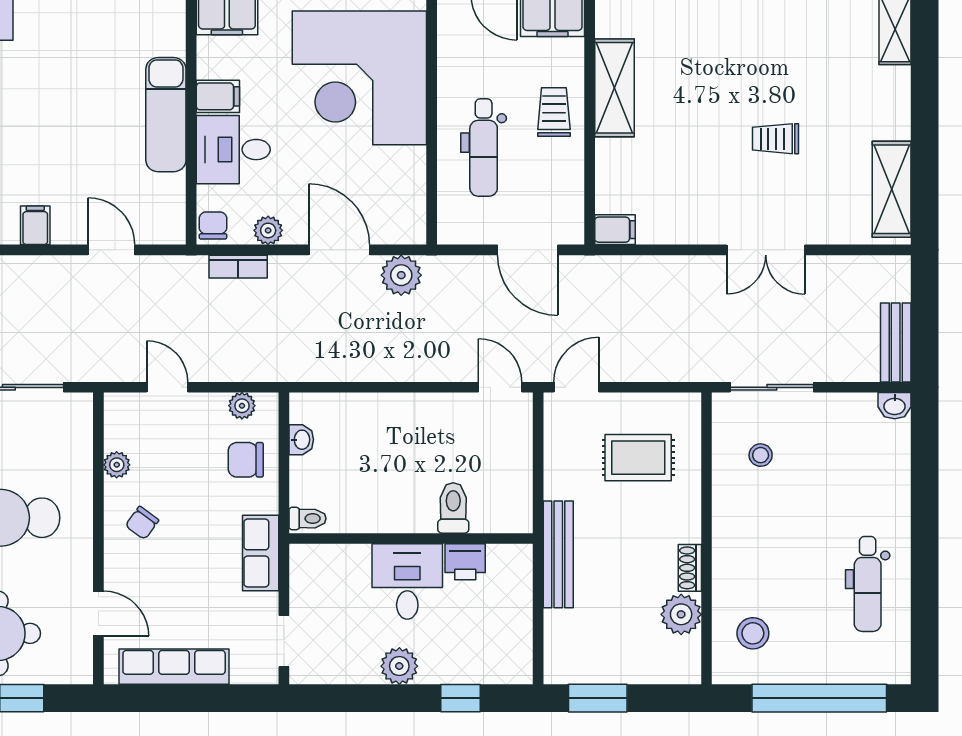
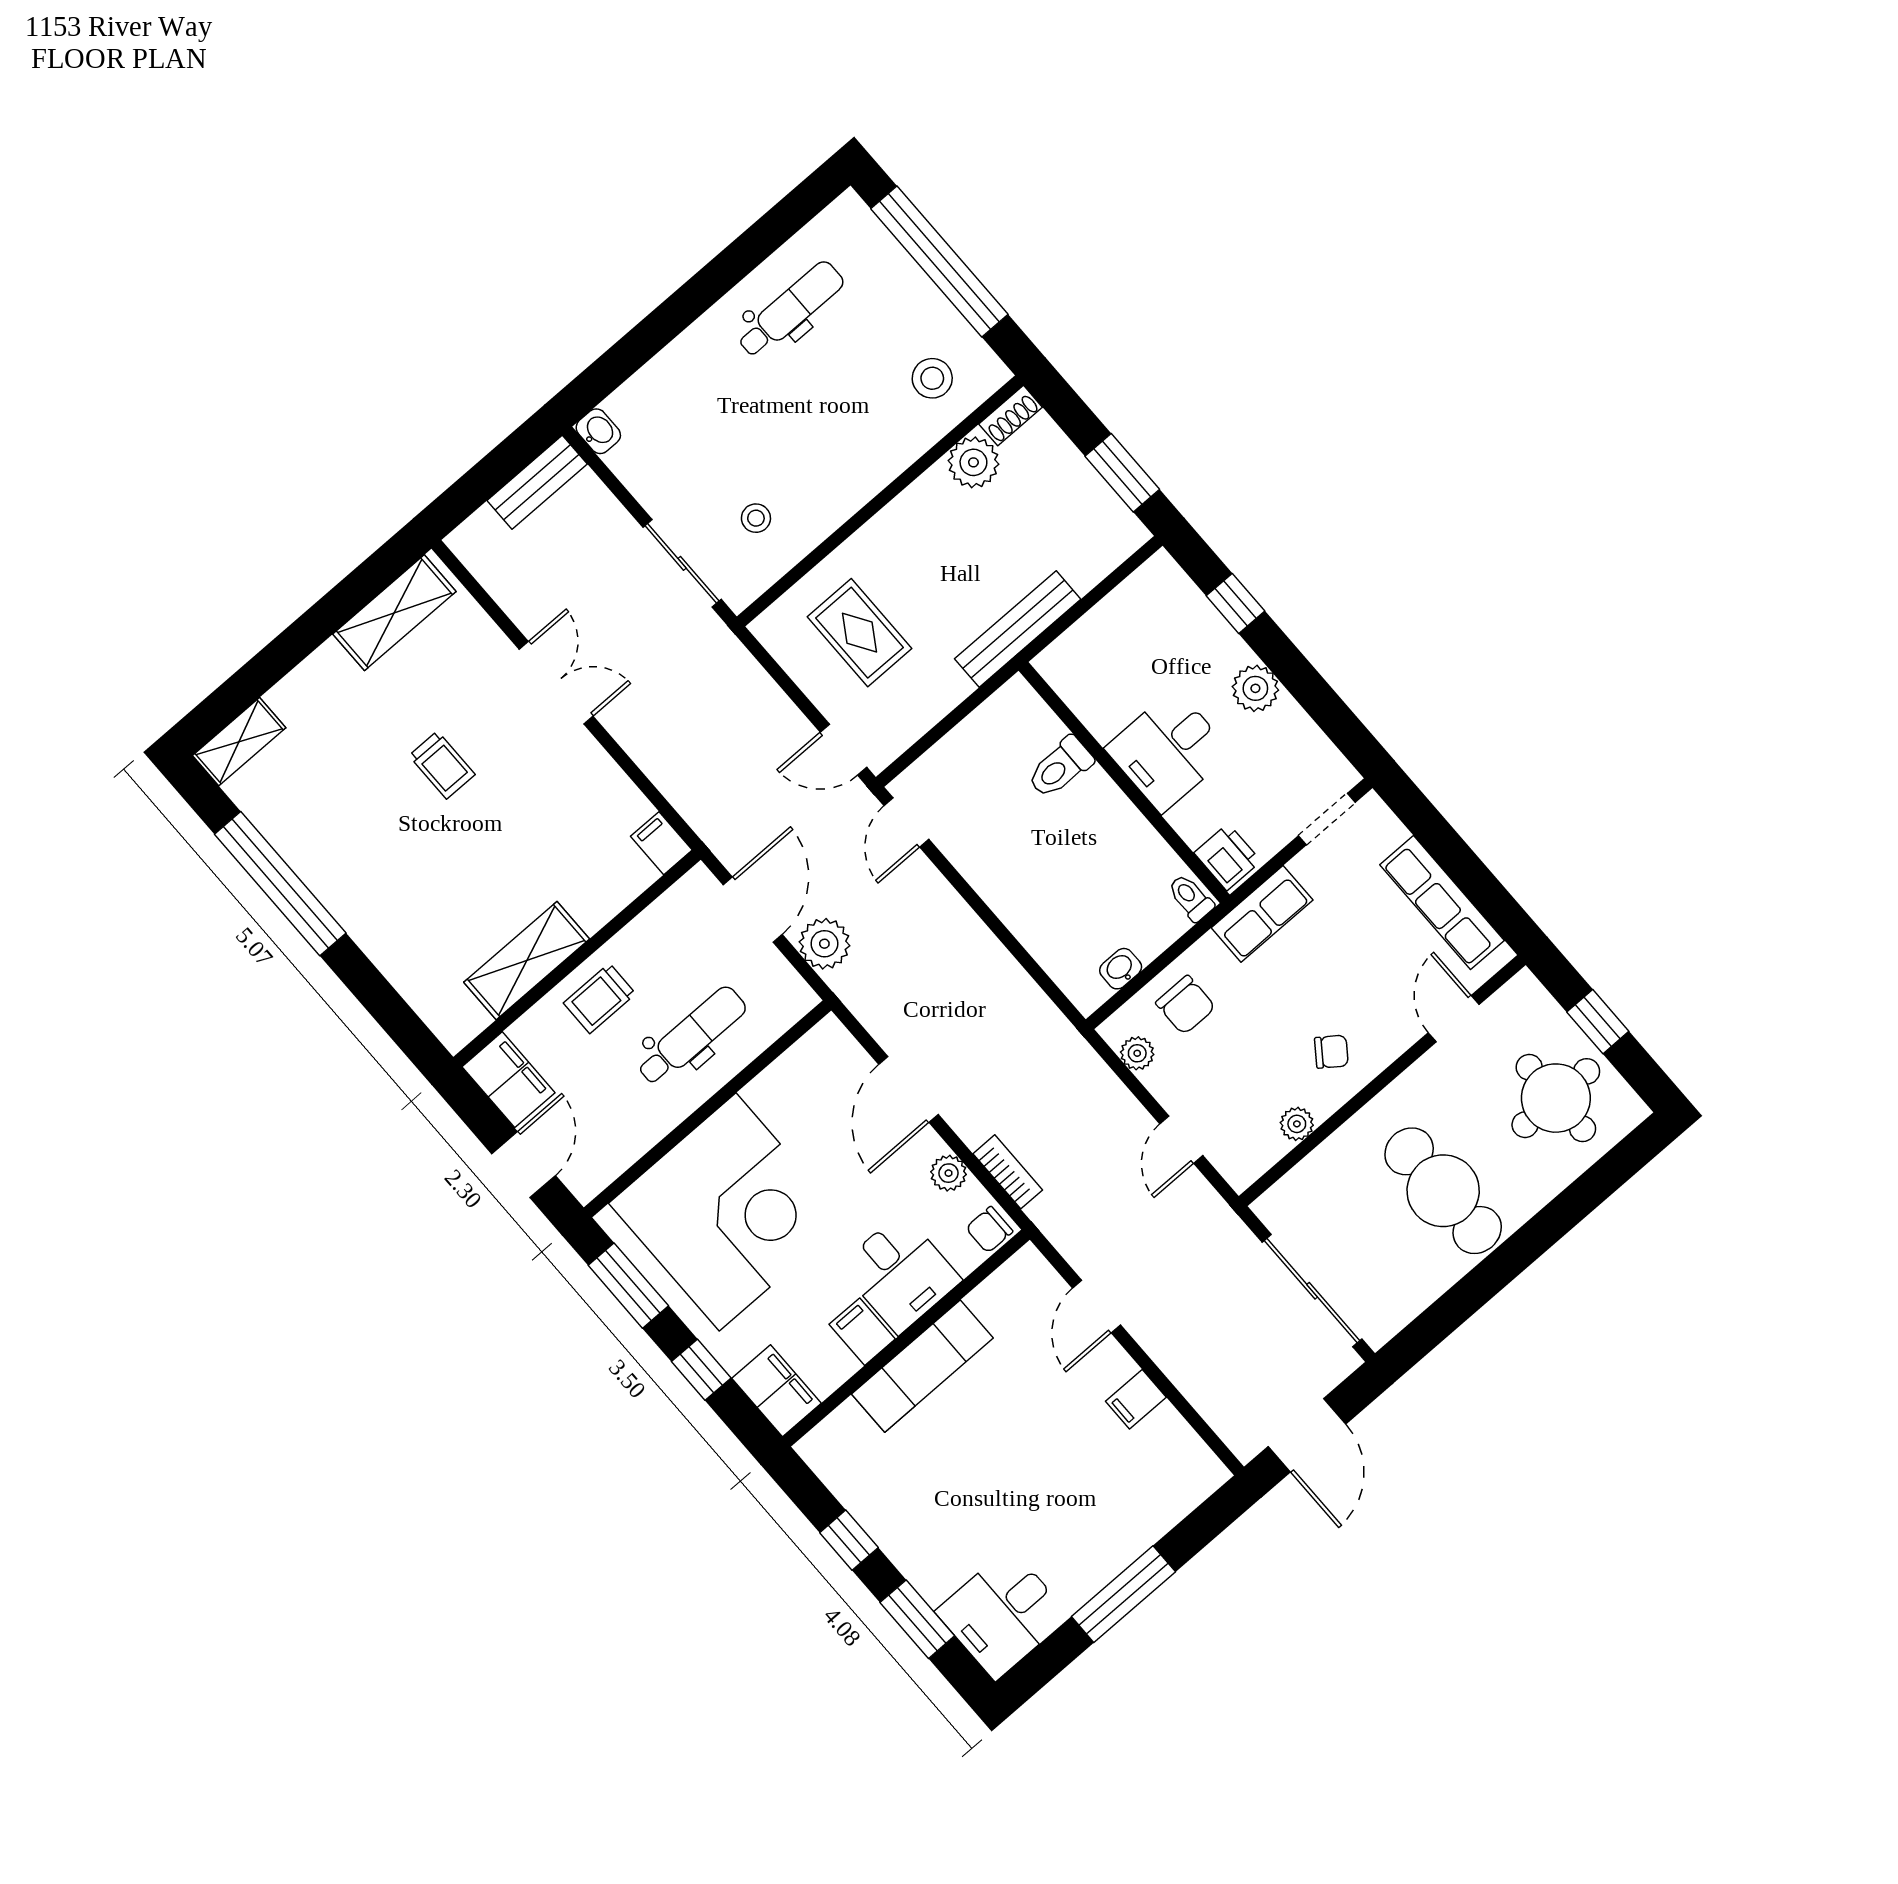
plant: (401, 275) -> (824, 944), moved
printer: (465, 562) -> (1228, 857), moved
shoe rack: (690, 568) -> (1011, 416), moved

